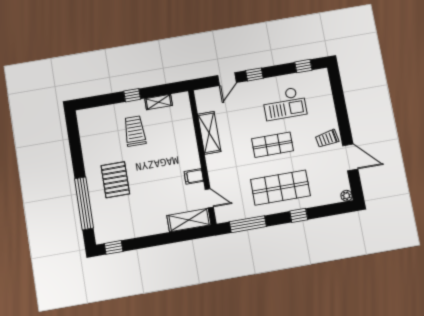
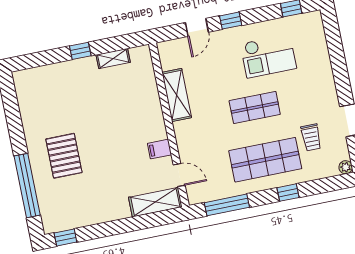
trolley: (135, 131) -> (85, 95), removed
trolley: (327, 139) -> (311, 137), moved, turned -80

